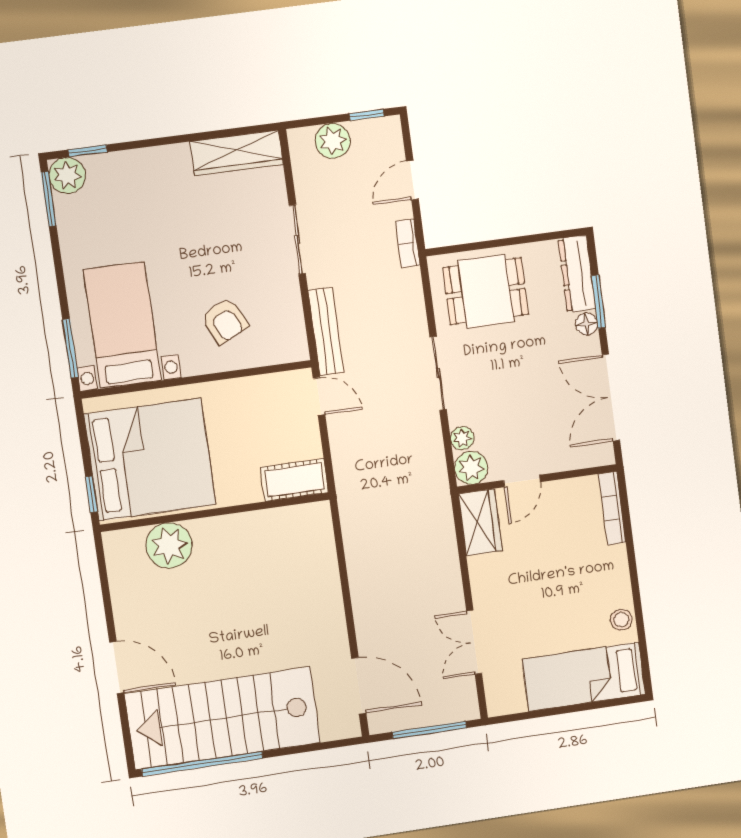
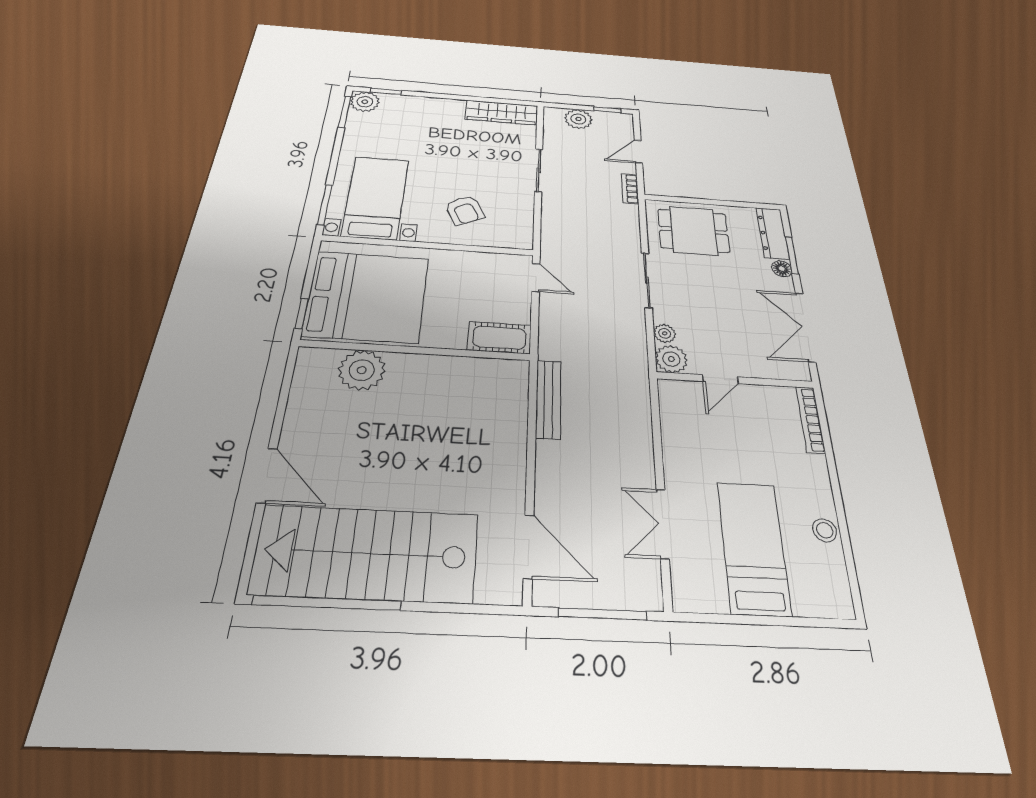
bench: (326, 331) -> (548, 399), moved
wardrobe: (480, 522) -> (677, 407), removed
bed: (584, 677) -> (753, 547), moved, turned 90

